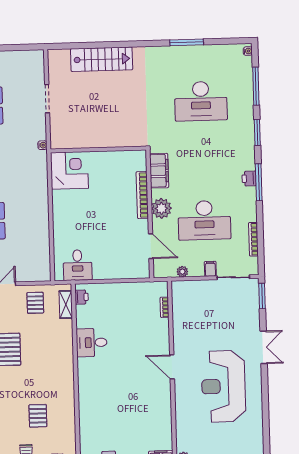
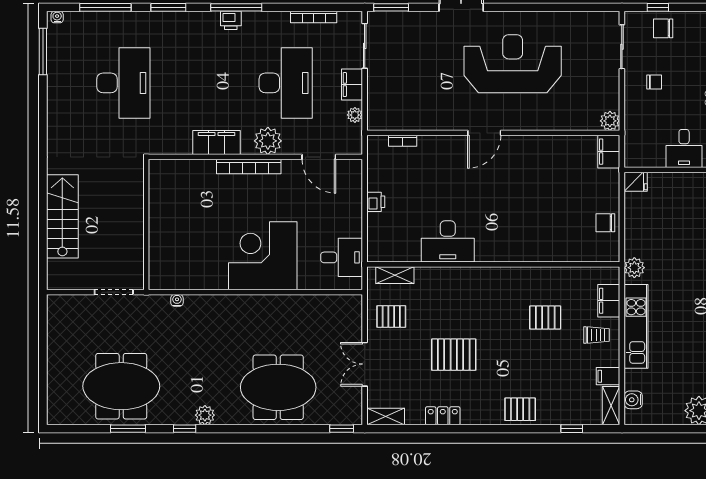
window: (187, 42) -> (43, 52), moved
wall: (98, 149) -> (146, 225), moved
corner desk: (69, 170) -> (263, 256), moved, width x1.36, depth x1.36
door: (151, 246) -> (319, 157), swing flipped
filing cabinet: (210, 269) -> (352, 85), width x2.00
printer: (82, 297) -> (376, 202), moved, turned 90
desk: (92, 343) -> (448, 241), width x1.37
reception desk: (223, 386) -> (513, 64), turned 180

